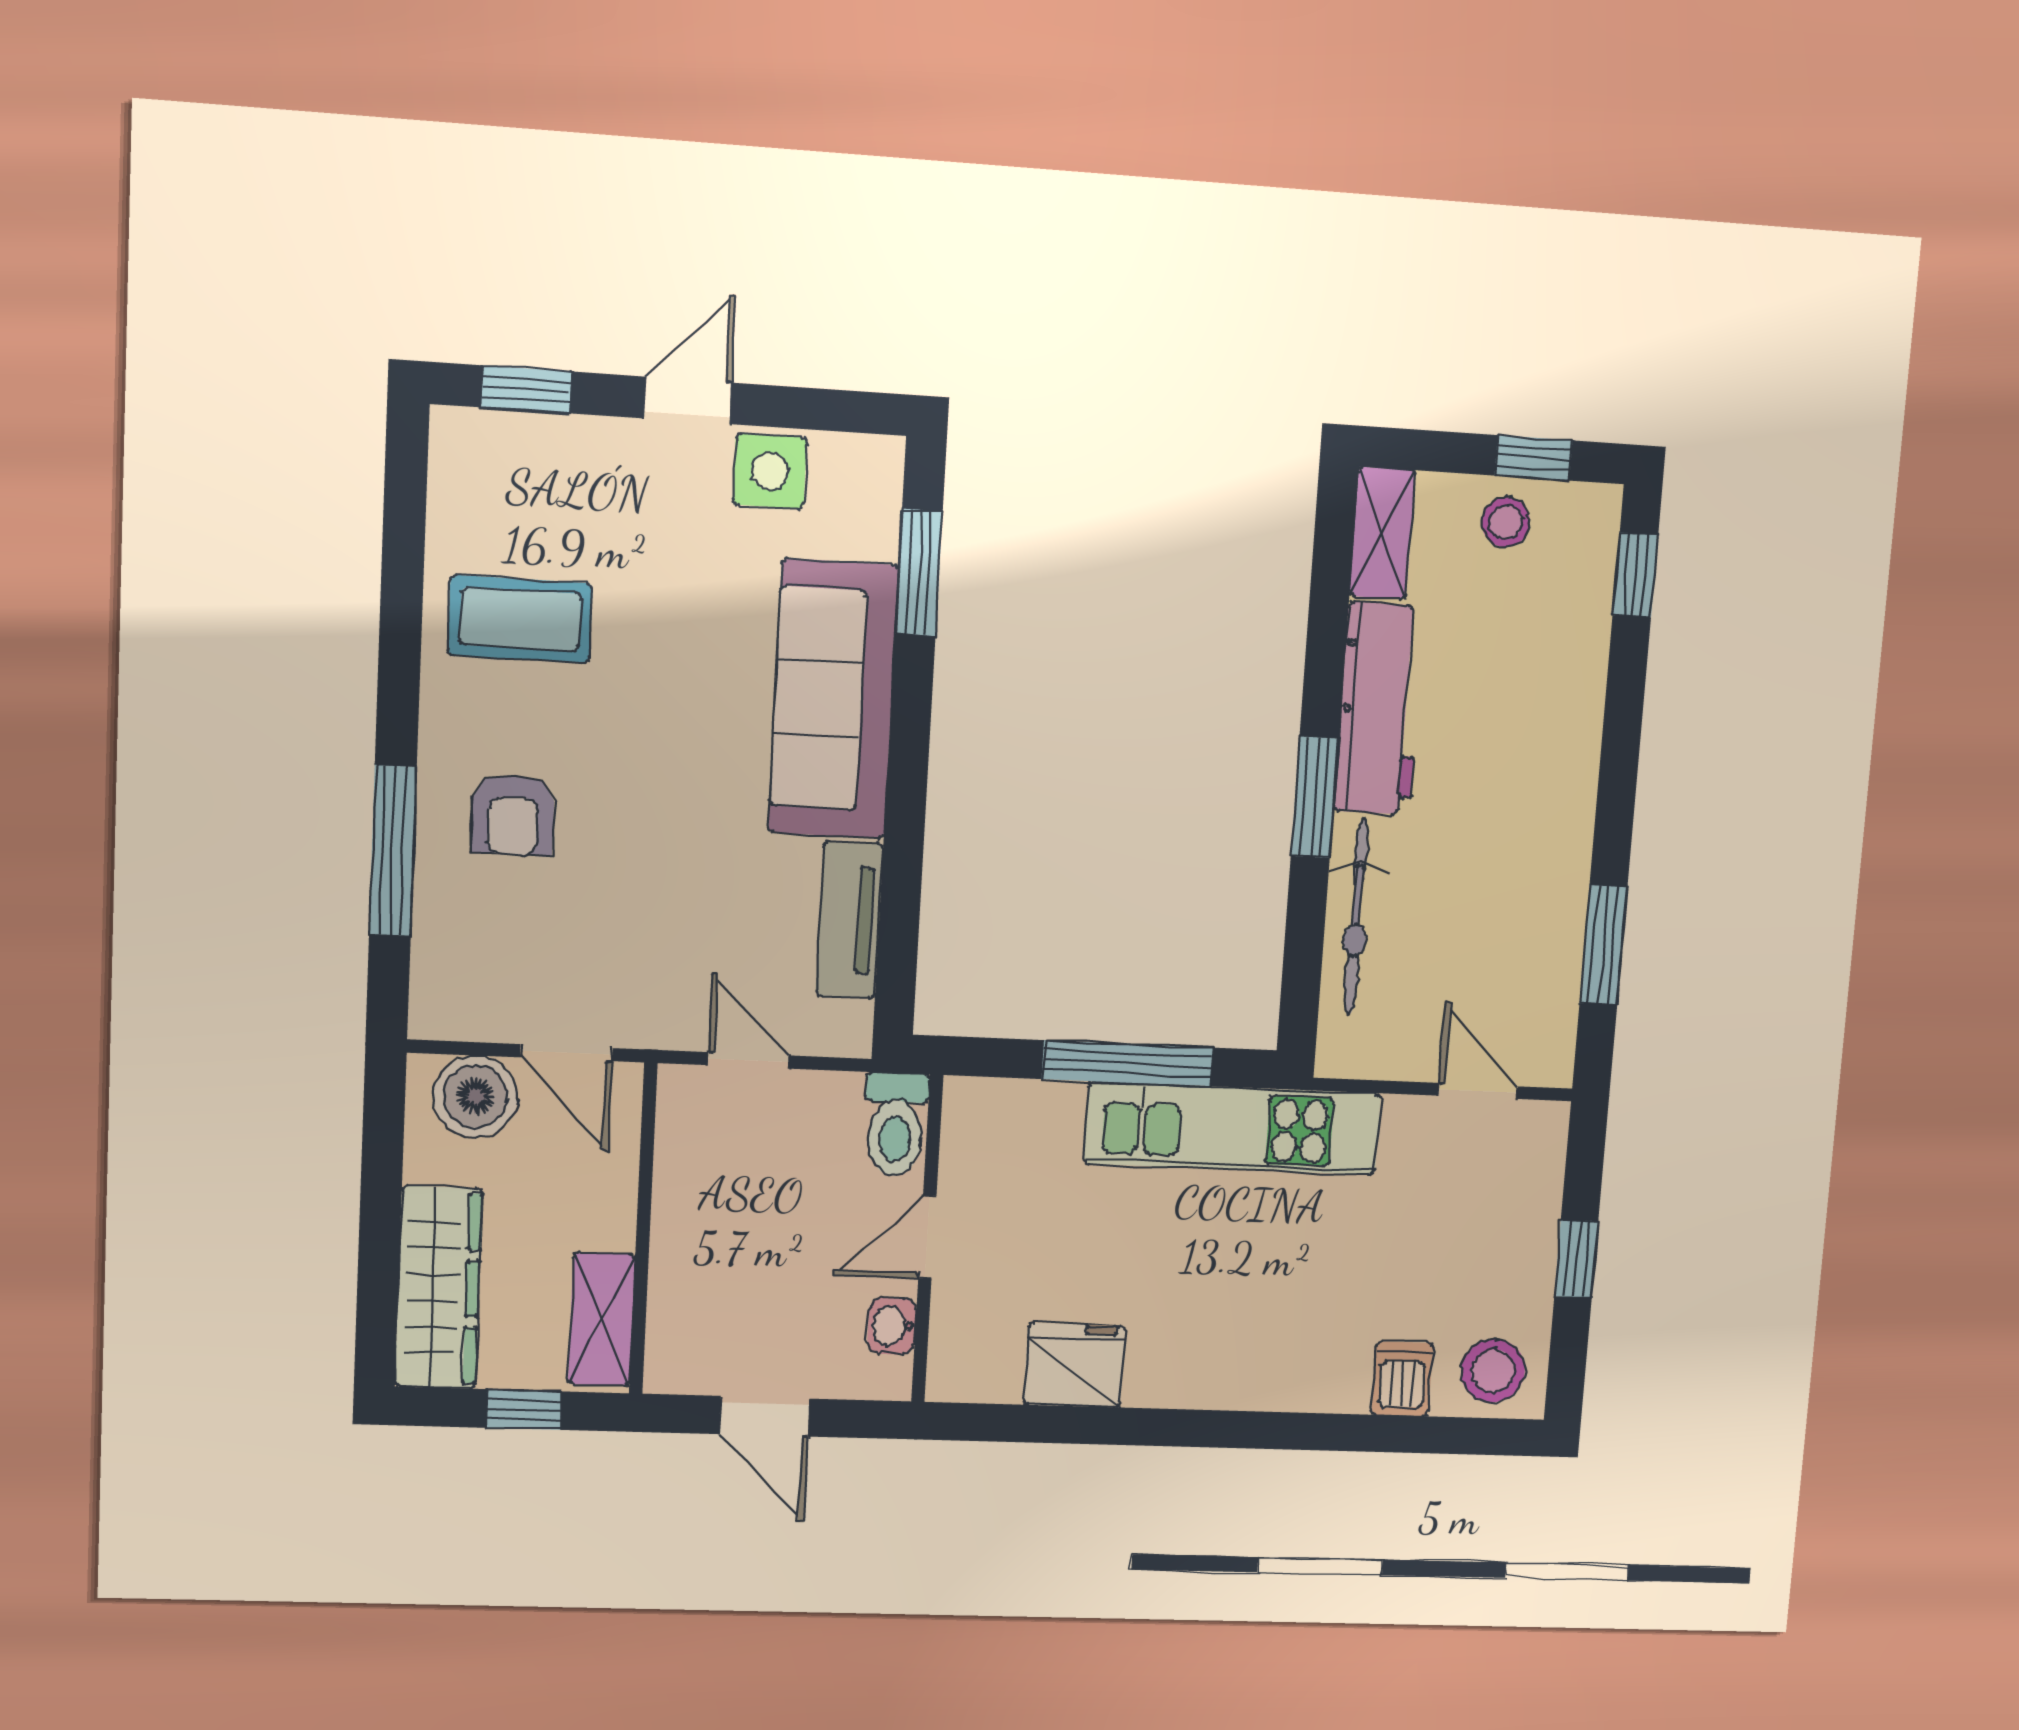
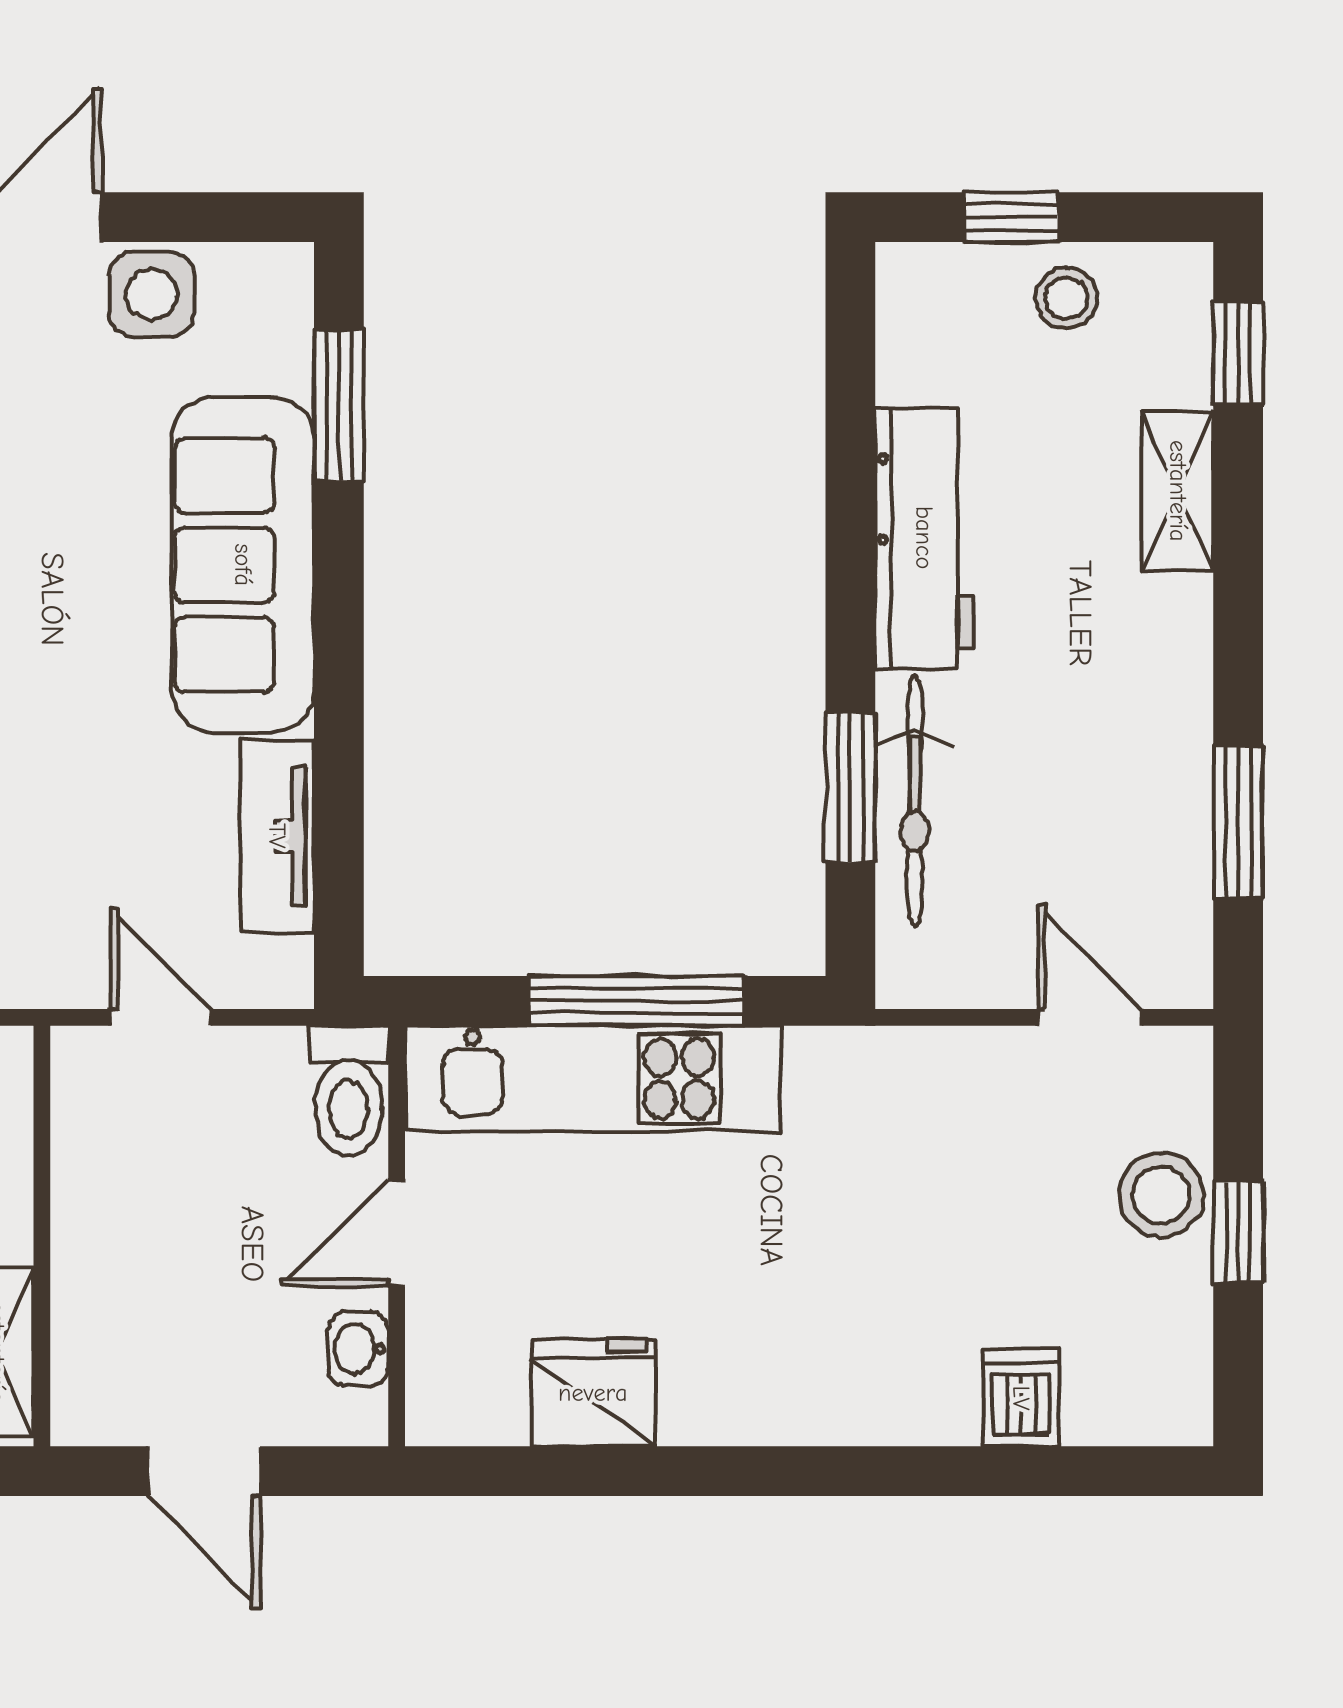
window: (1534, 458) -> (1011, 217), moved
shelving: (1382, 533) -> (1178, 491), moved
window: (1315, 797) -> (850, 787), moved
kitchen unit: (1233, 1128) -> (593, 1078), moved
stool: (1493, 1371) -> (1161, 1195), moved

